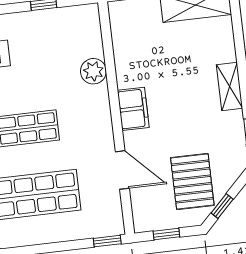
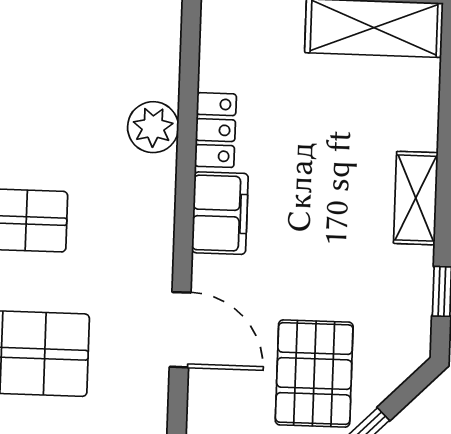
locker: (125, 68) -> (215, 130), added

